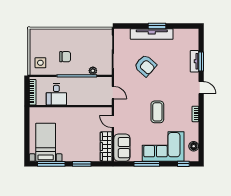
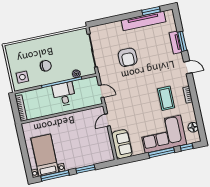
window: (157, 26) -> (151, 11), moved
tv unit: (152, 34) -> (143, 21), moved
armchair: (145, 66) -> (128, 57), turned 48
desk: (56, 94) -> (64, 94), moved, turned 180
coffee table: (157, 112) -> (166, 98), moved
door: (113, 121) -> (107, 120), hinge flipped
wardrobe: (106, 147) -> (106, 146), removed
window: (147, 164) -> (162, 153), moved

